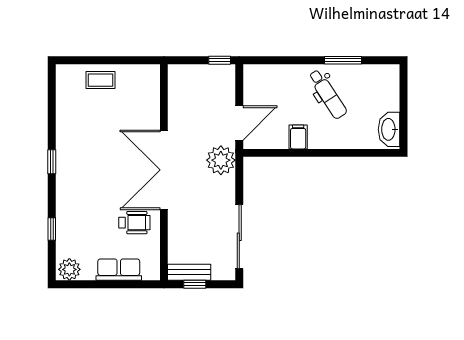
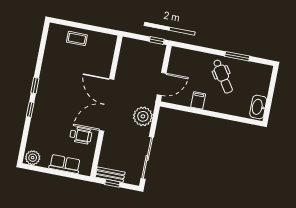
plant: (221, 160) -> (143, 116), moved
window: (52, 229) -> (30, 110), moved

